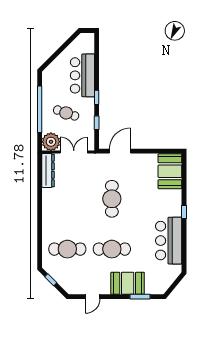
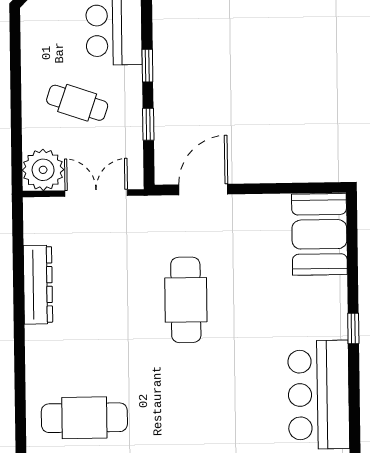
window: (40, 109) -> (16, 95), removed
dresser: (48, 171) -> (38, 285), moved
cafe table: (112, 249) -> (187, 416), removed

